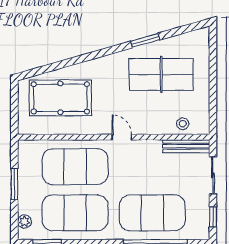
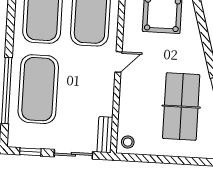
stool: (183, 124) -> (128, 142), moved
bench: (186, 146) -> (105, 135), width x0.73

